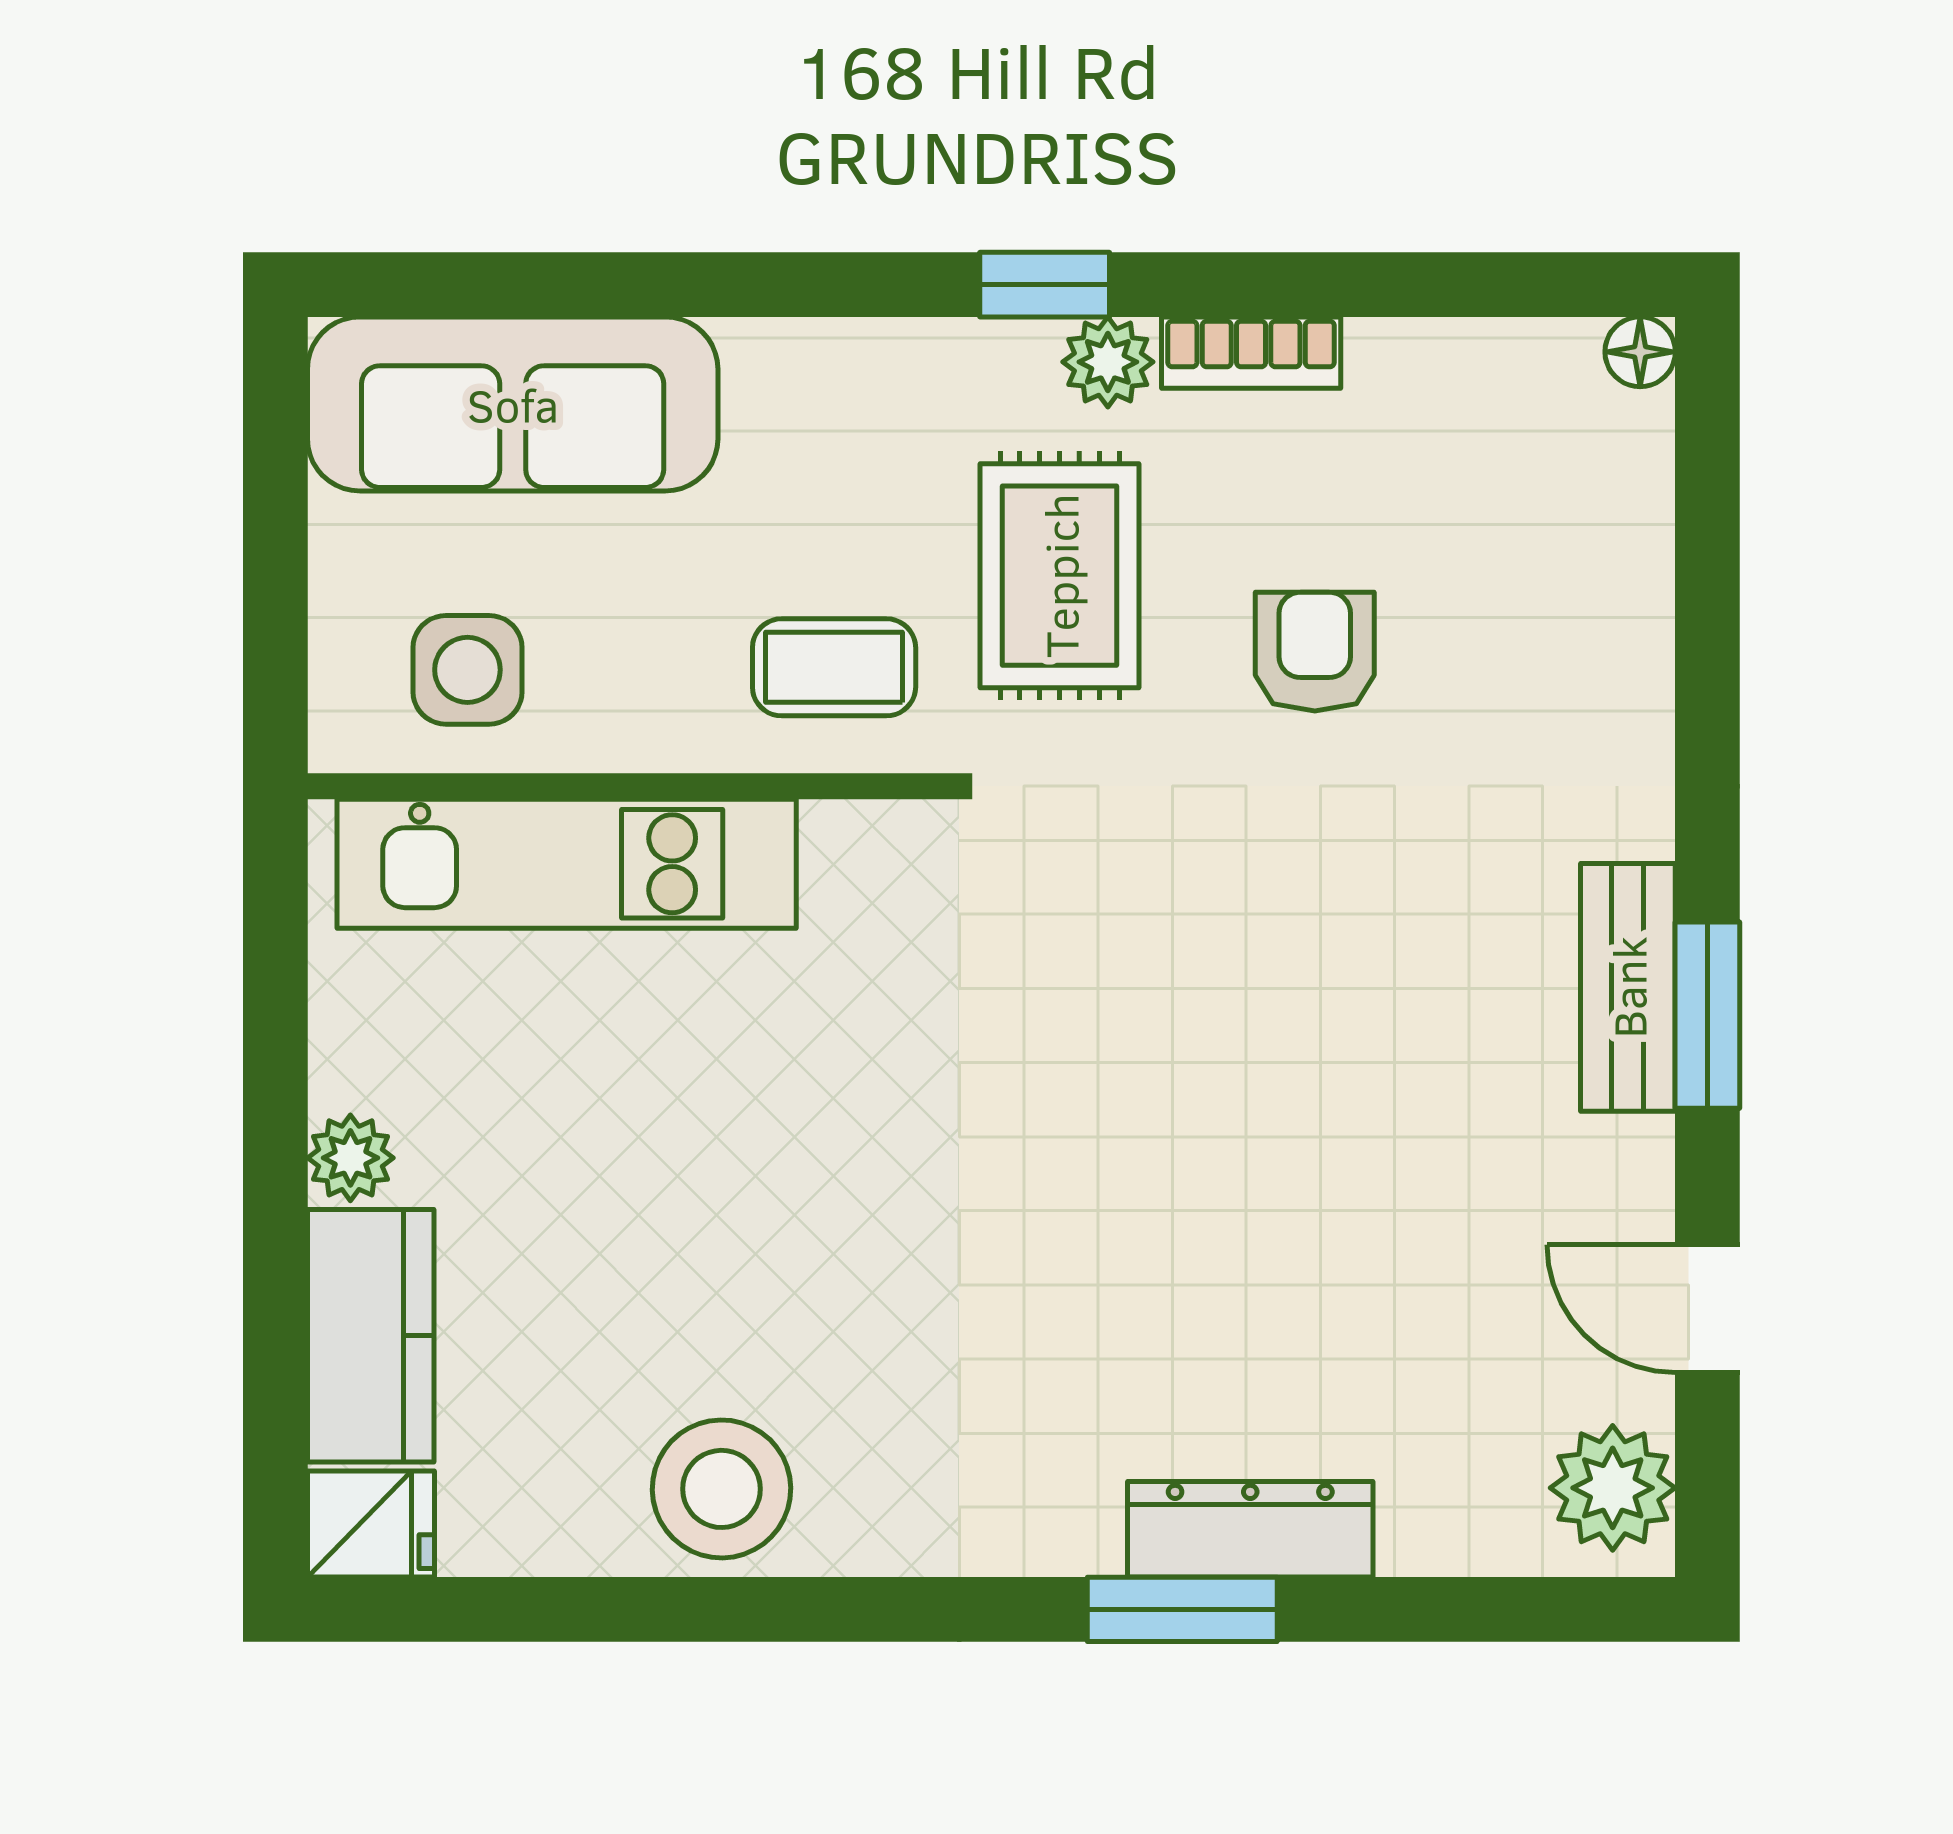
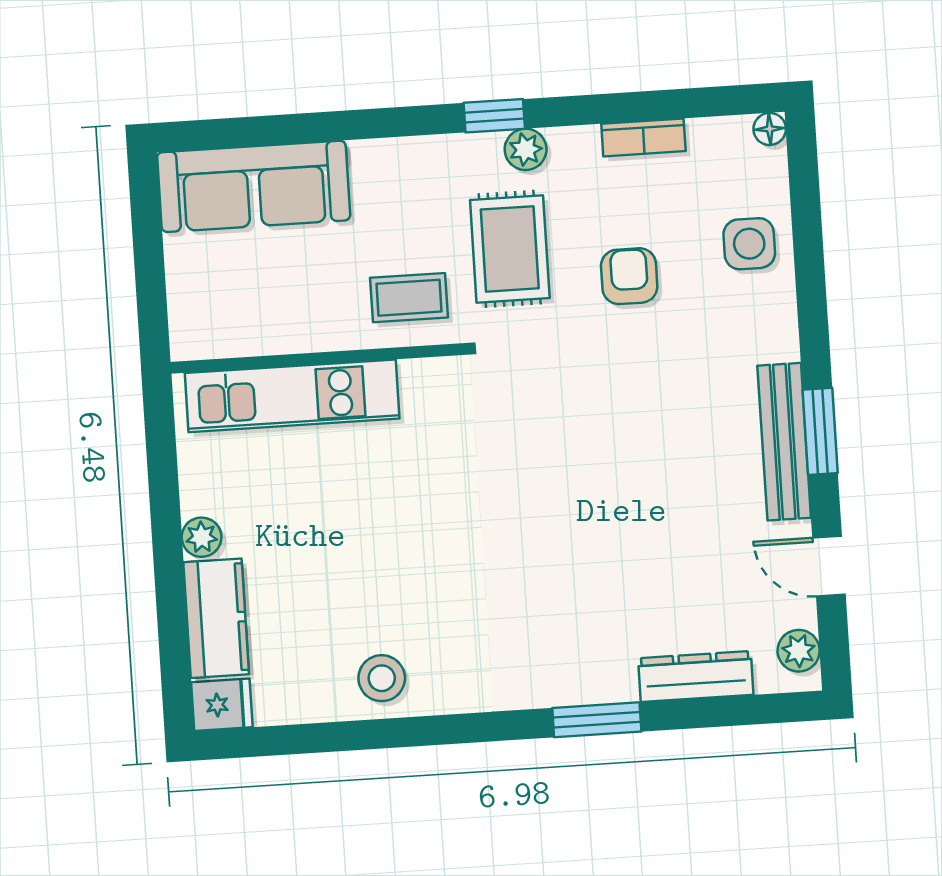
bookcase: (1251, 353) -> (643, 137), moved
side table: (467, 670) -> (749, 244), moved
bench: (1628, 987) -> (784, 442), width x1.36
plant: (1613, 1488) -> (799, 651), width x0.73, depth x0.73
stool: (721, 1489) -> (382, 678), width x0.73, depth x0.73
dresser: (1250, 1529) -> (696, 676), moved

